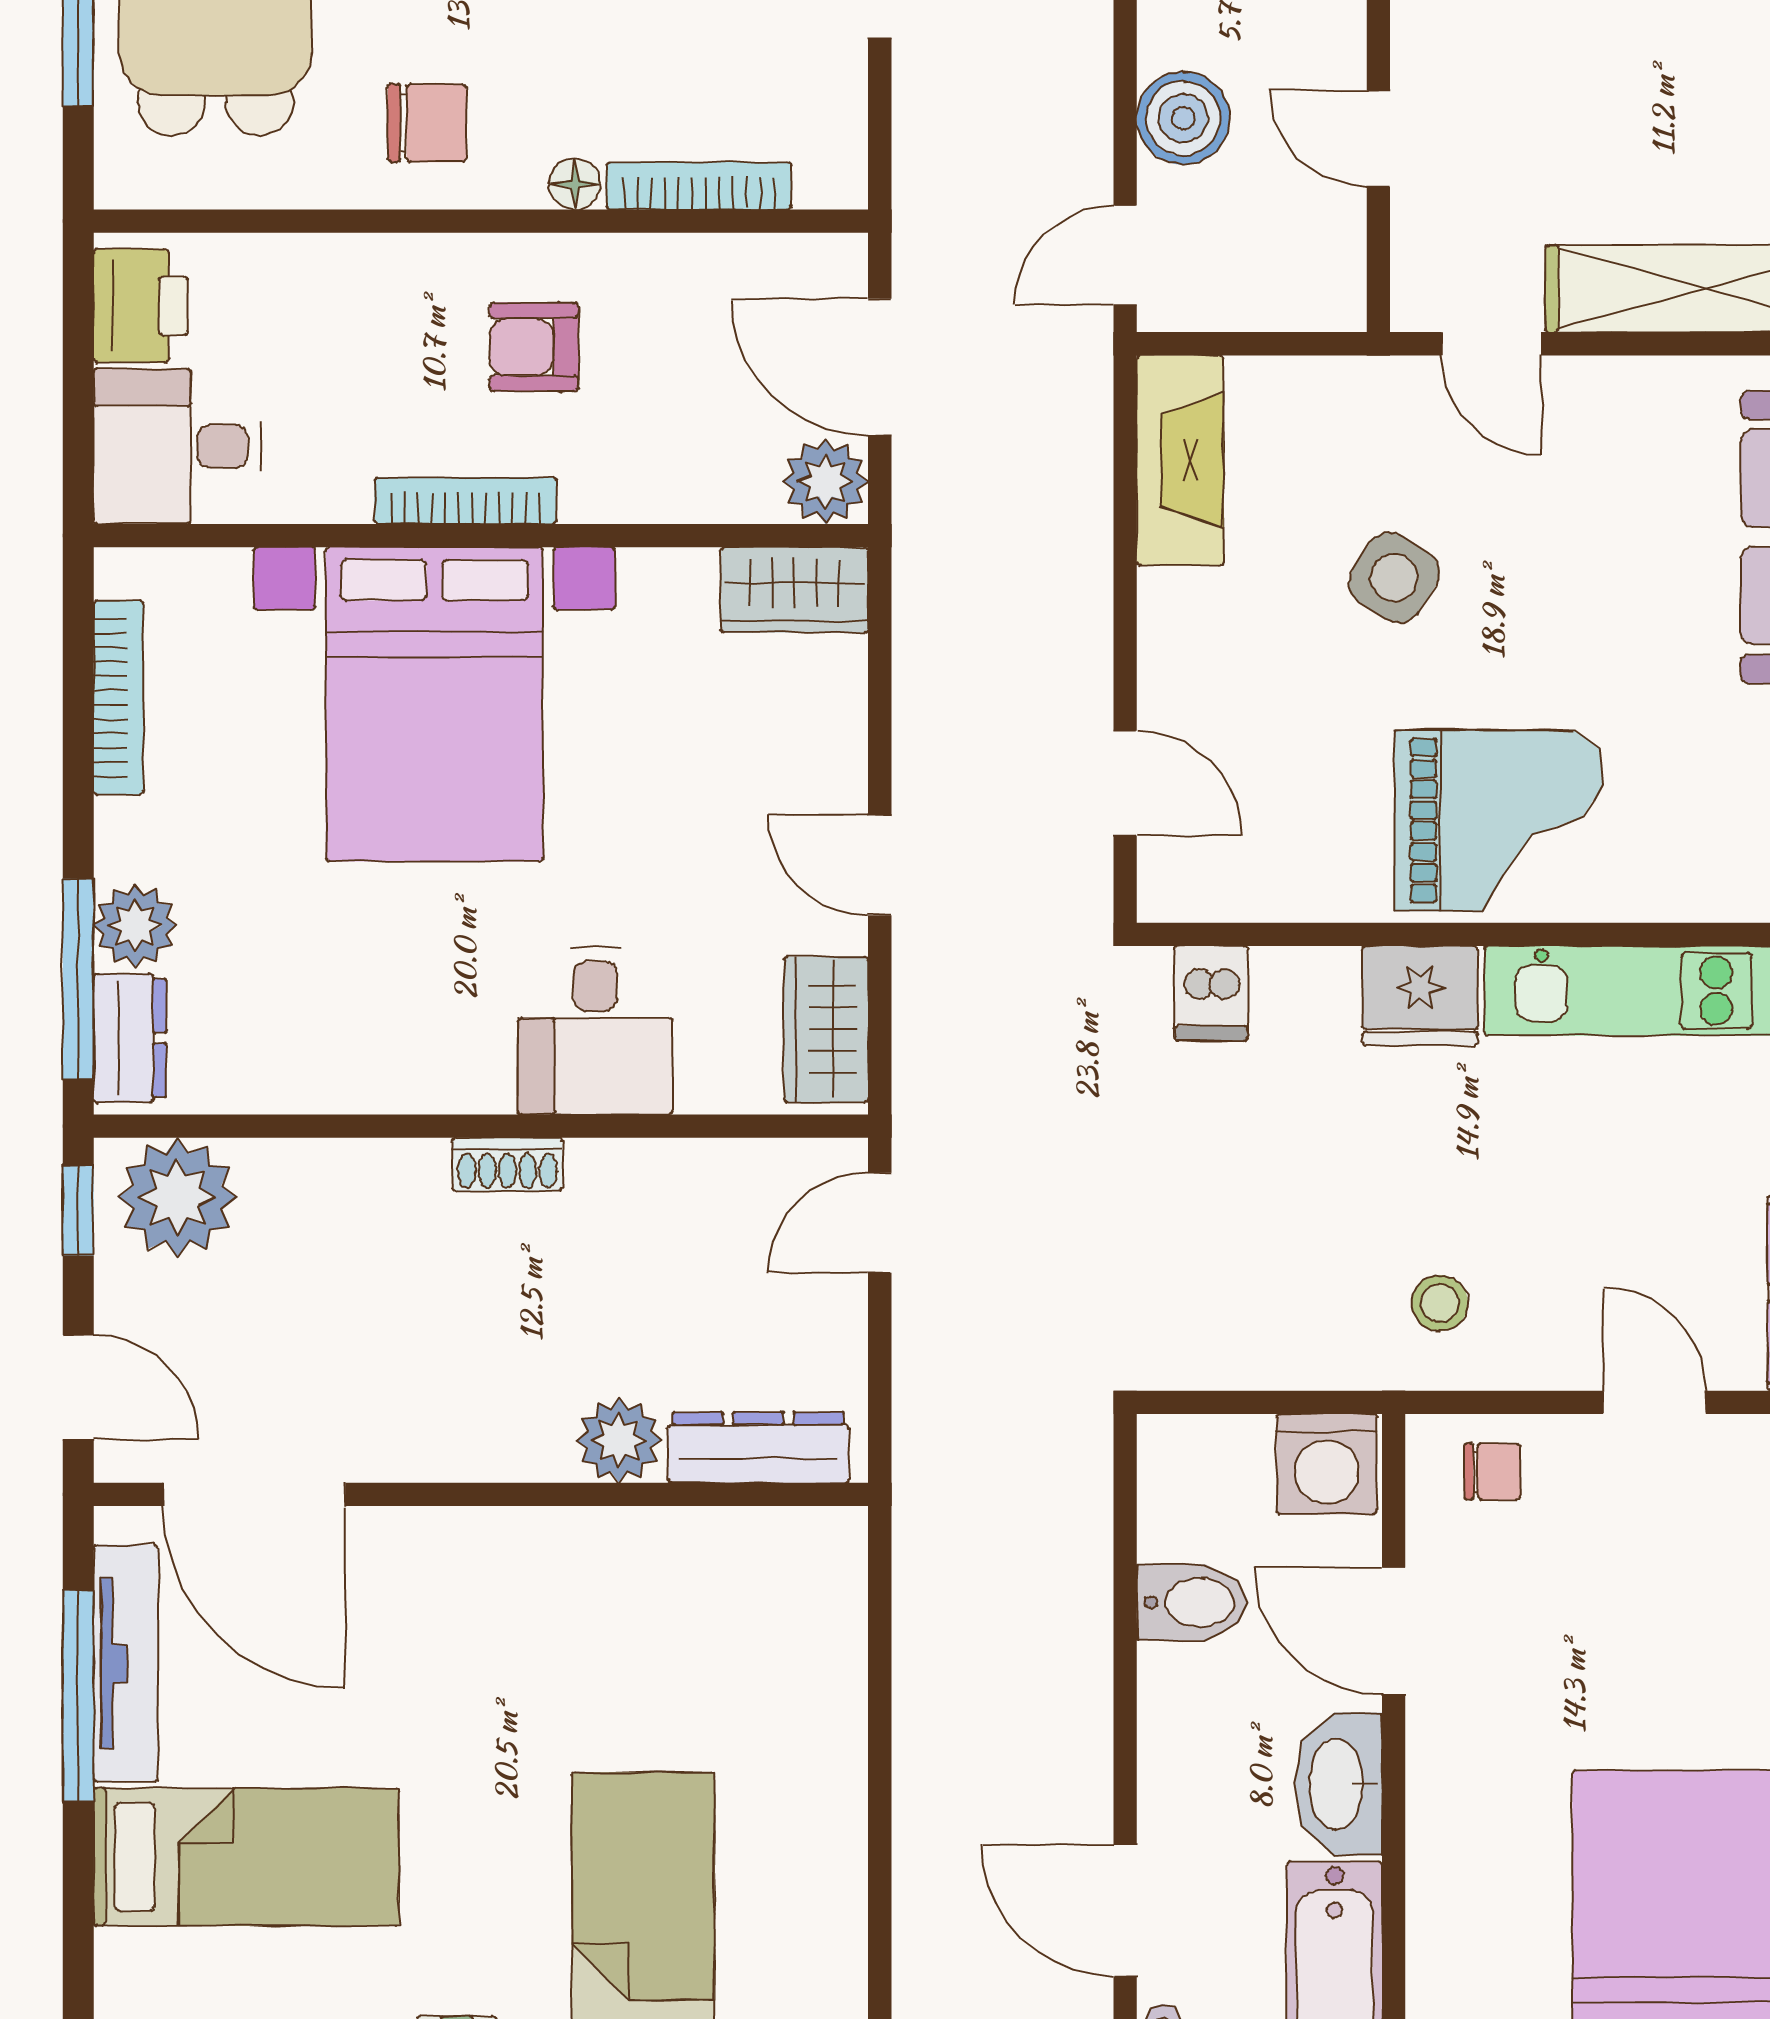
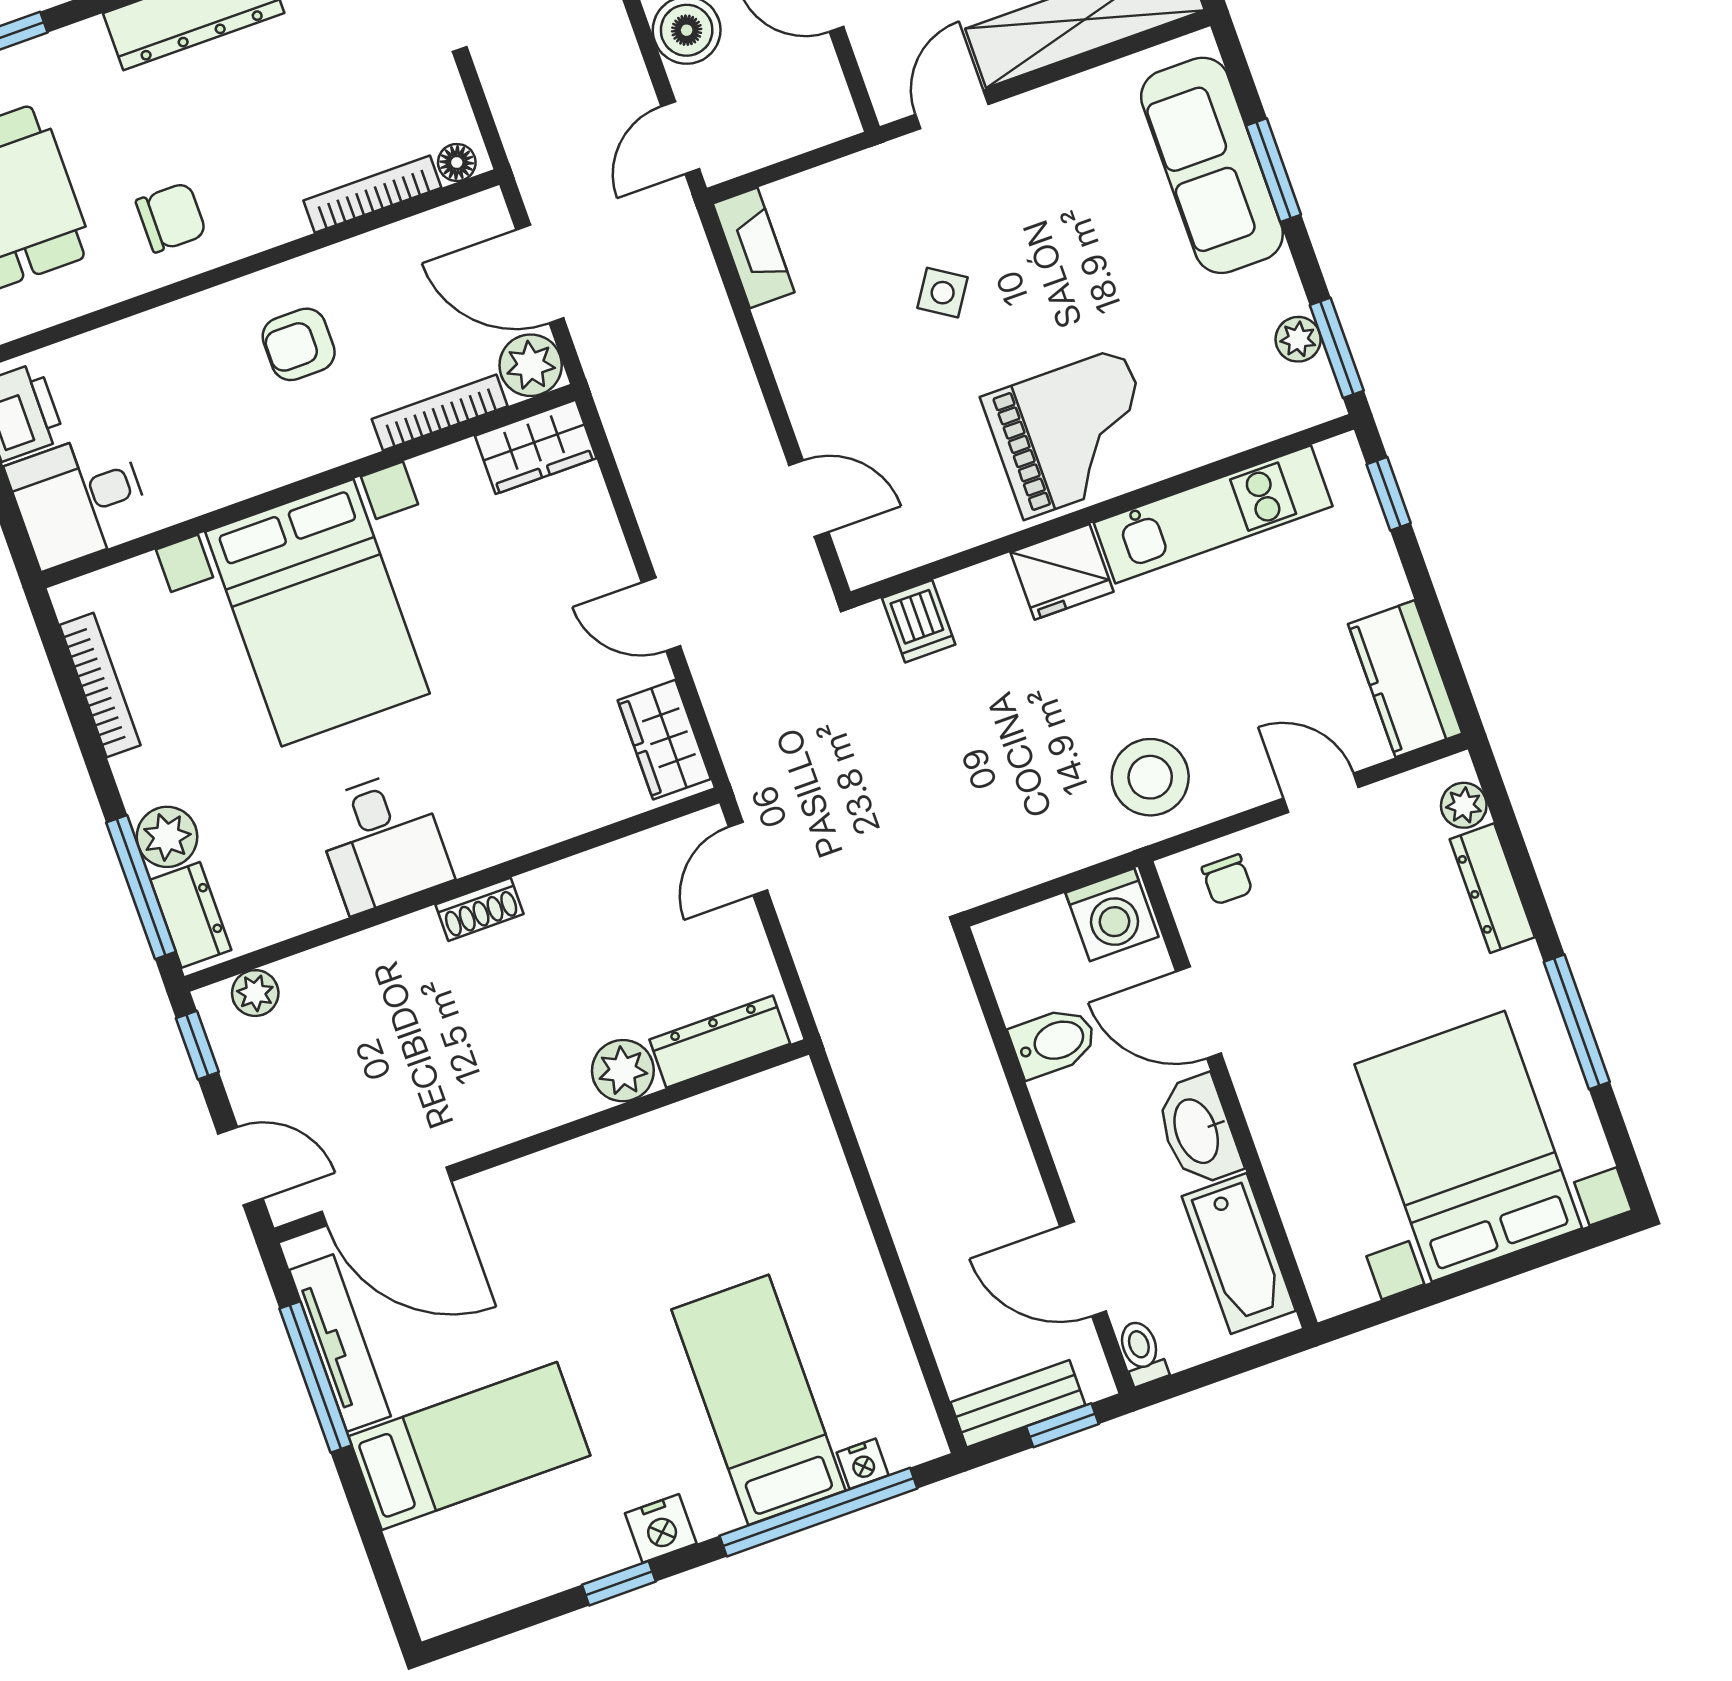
floor lamp: (575, 184) -> (457, 162), moved
door: (1491, 344) -> (952, 109), swing flipped
fireplace: (1180, 460) -> (754, 248), width x0.73, depth x0.76
bookcase: (466, 501) -> (440, 413), moved
side table: (1394, 578) -> (943, 293), width x0.73, depth x0.73
desk: (595, 1031) -> (382, 841), moved
plant: (177, 1197) -> (255, 993), width x0.53, depth x0.53
stool: (1440, 1303) -> (1150, 777), width x1.89, depth x1.89
chair: (1492, 1472) -> (1227, 880), turned 90

